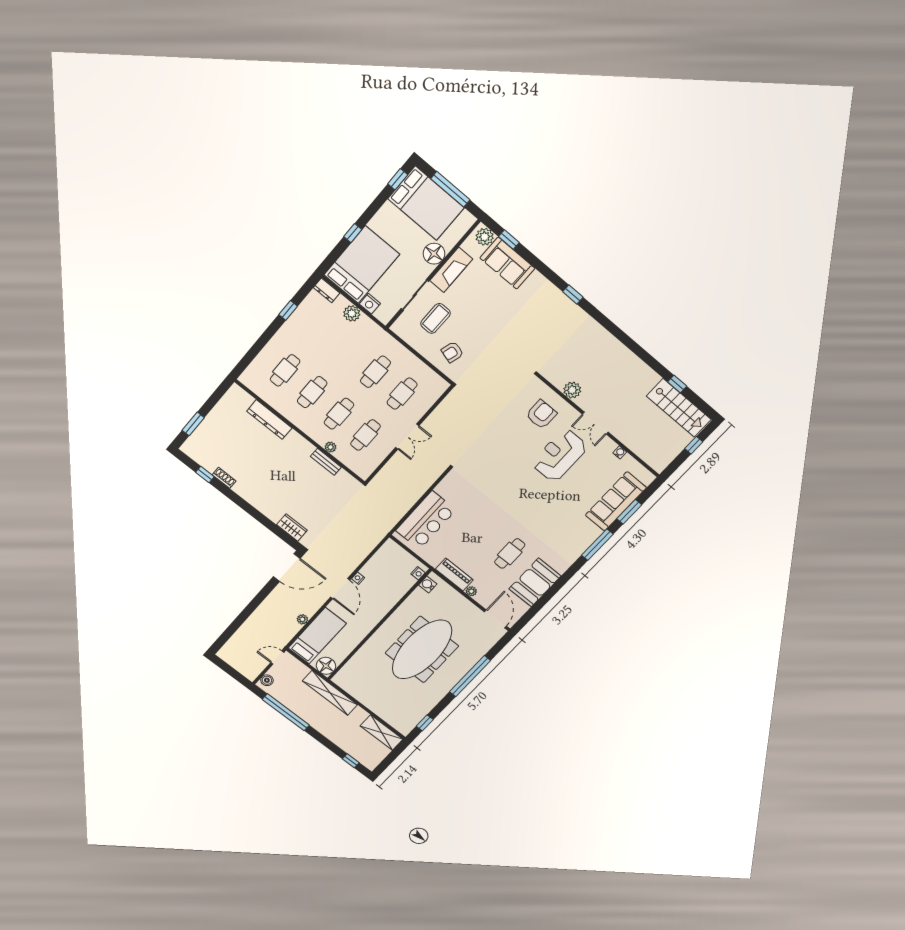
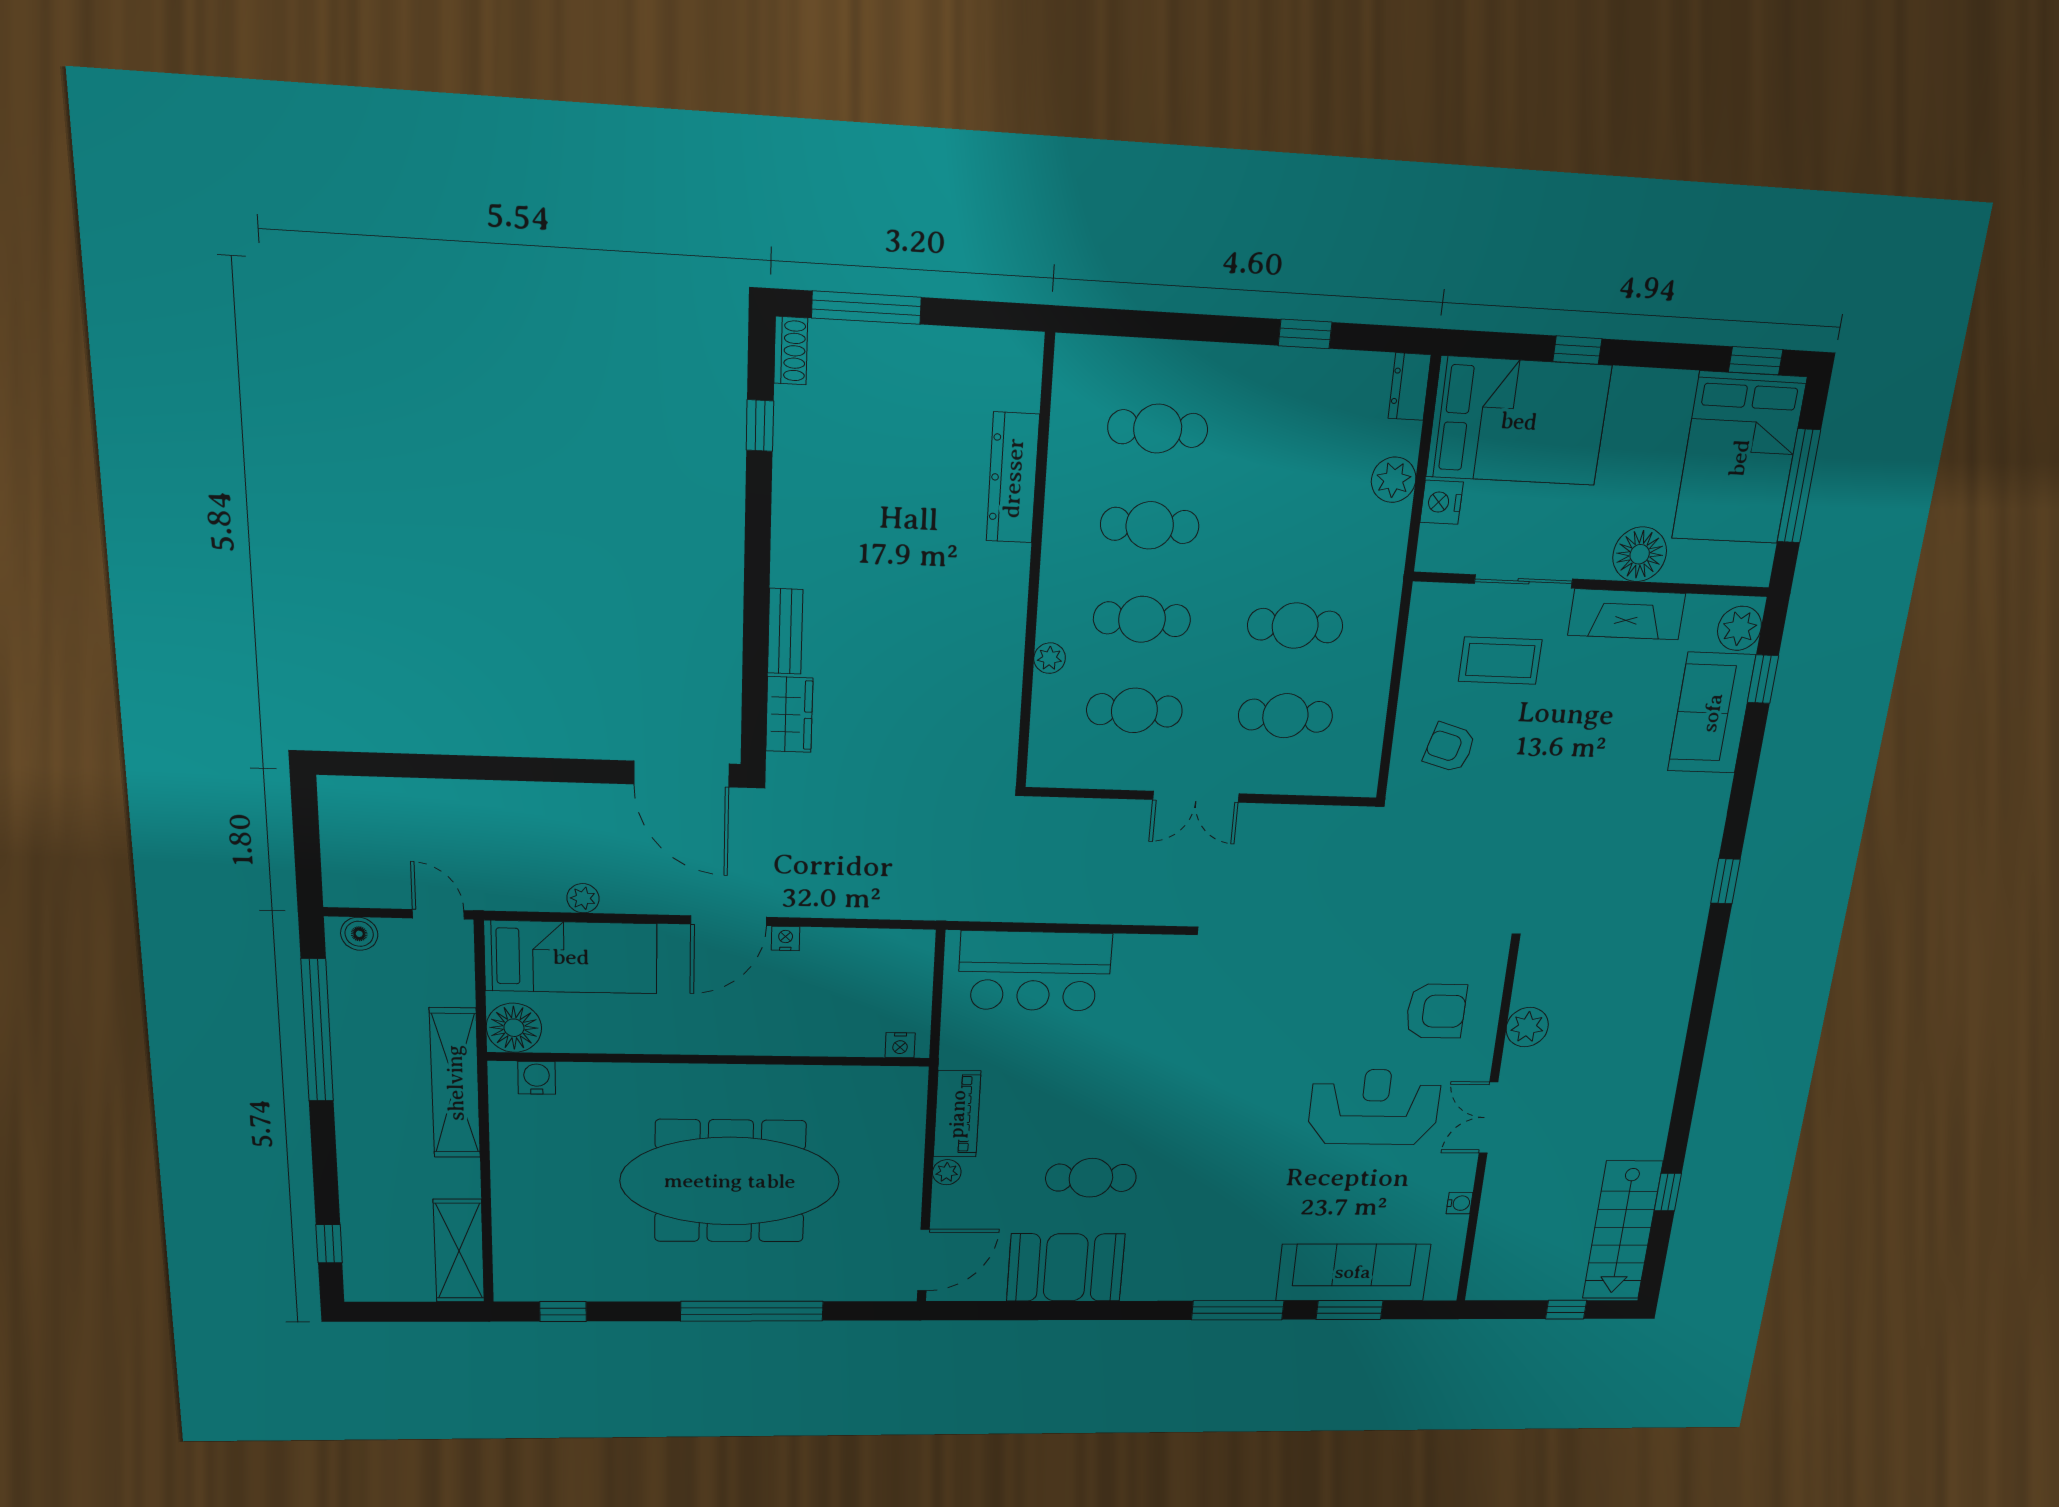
window: (193, 424) -> (866, 308), width x1.44
bench: (326, 462) -> (785, 631), moved
shoe rack: (224, 478) -> (791, 351), moved
water cooler: (428, 584) -> (537, 1078), moved

